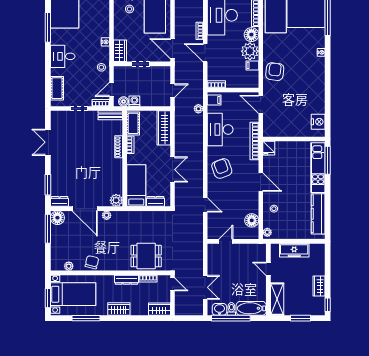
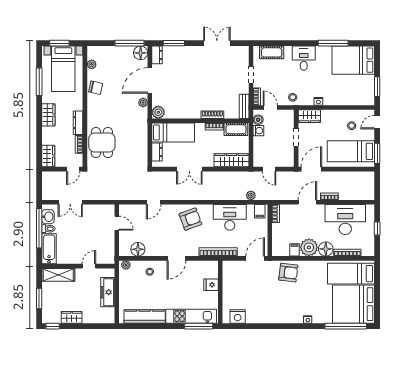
fridge: (269, 148) -> (211, 285), moved

